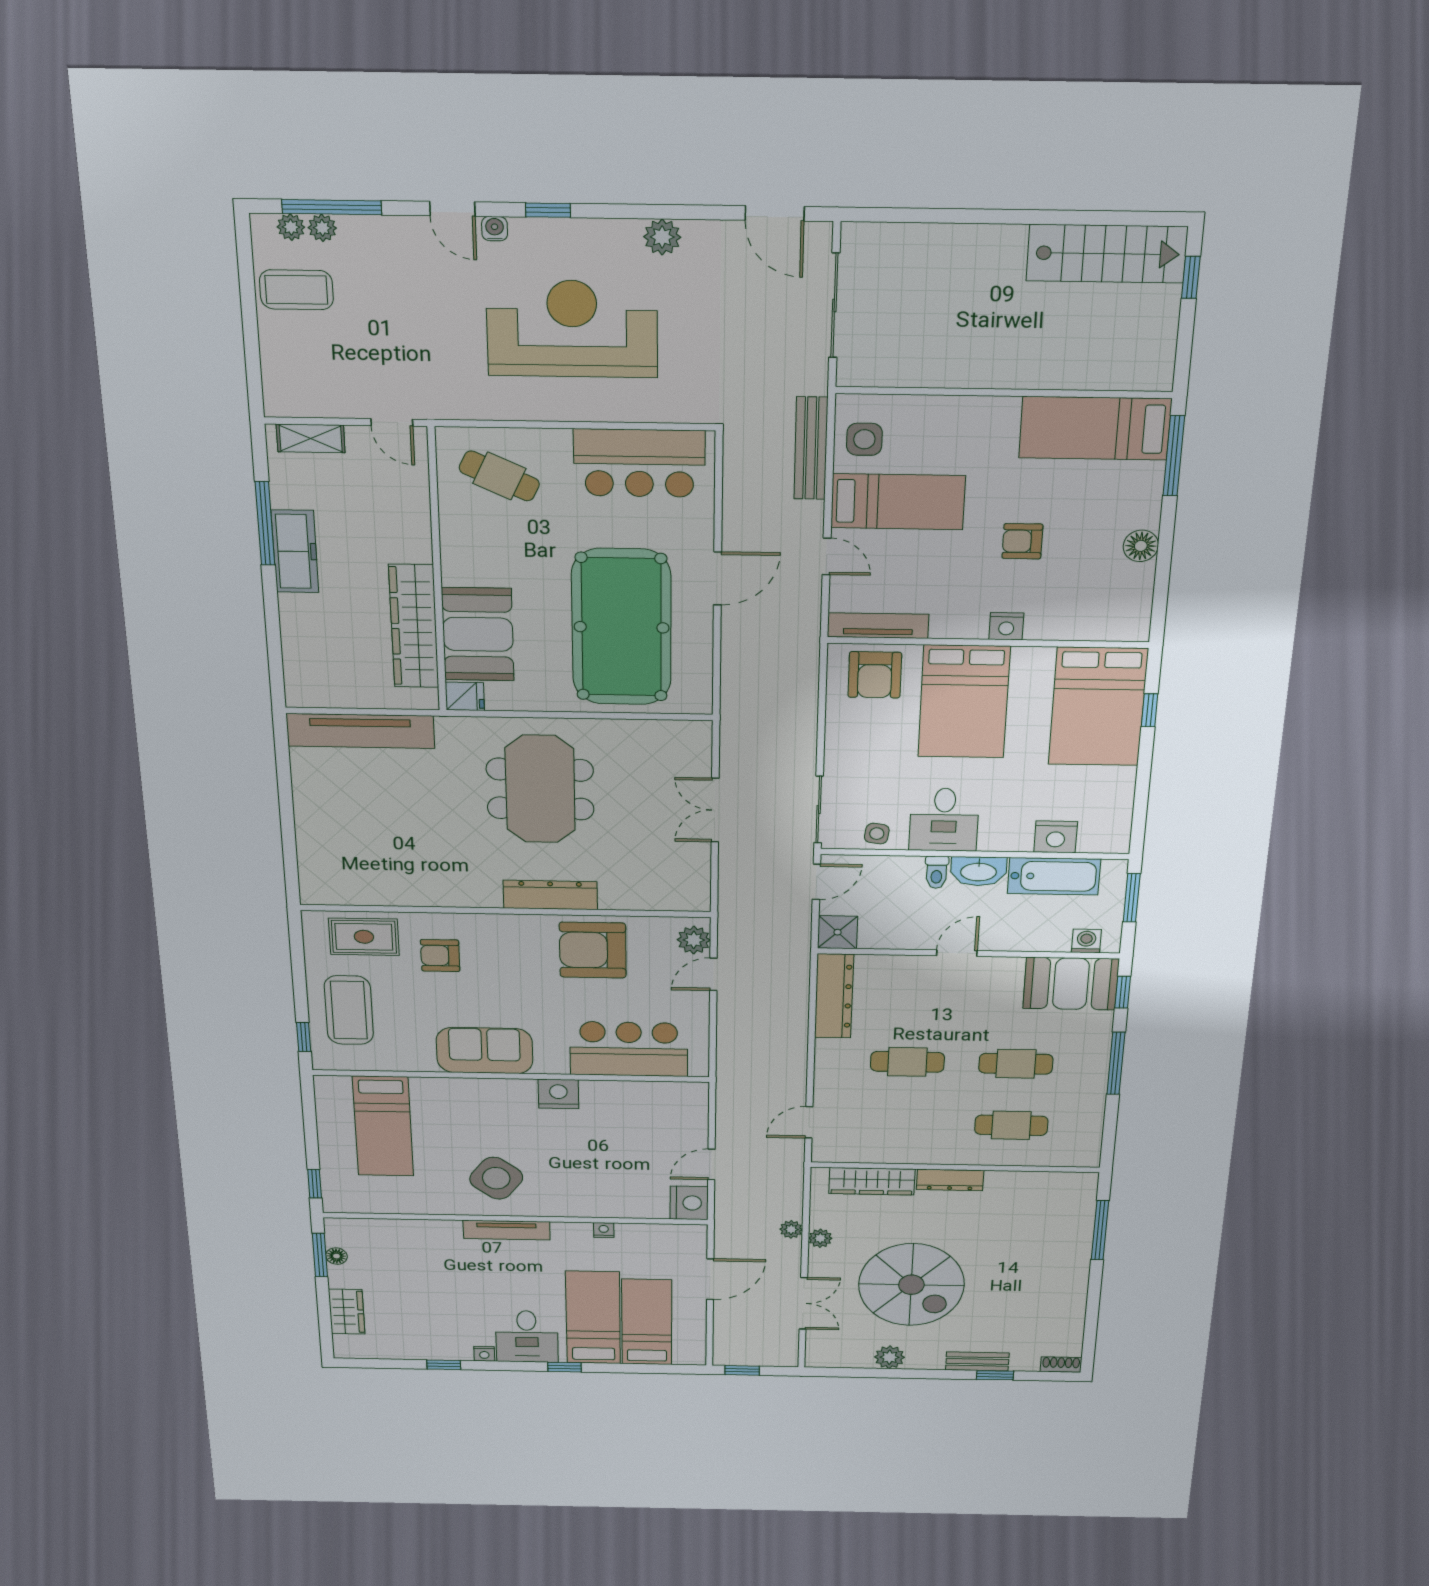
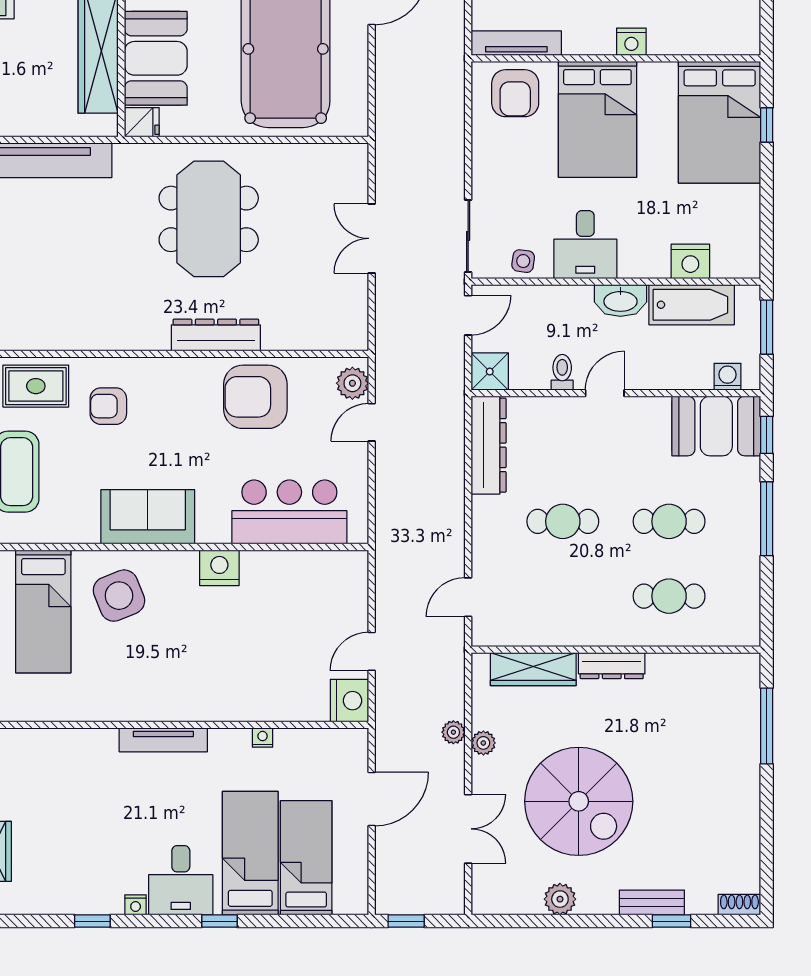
toilet: (937, 872) -> (562, 372), moved, turned 180
side table: (496, 1178) -> (119, 596), moved, turned 31

